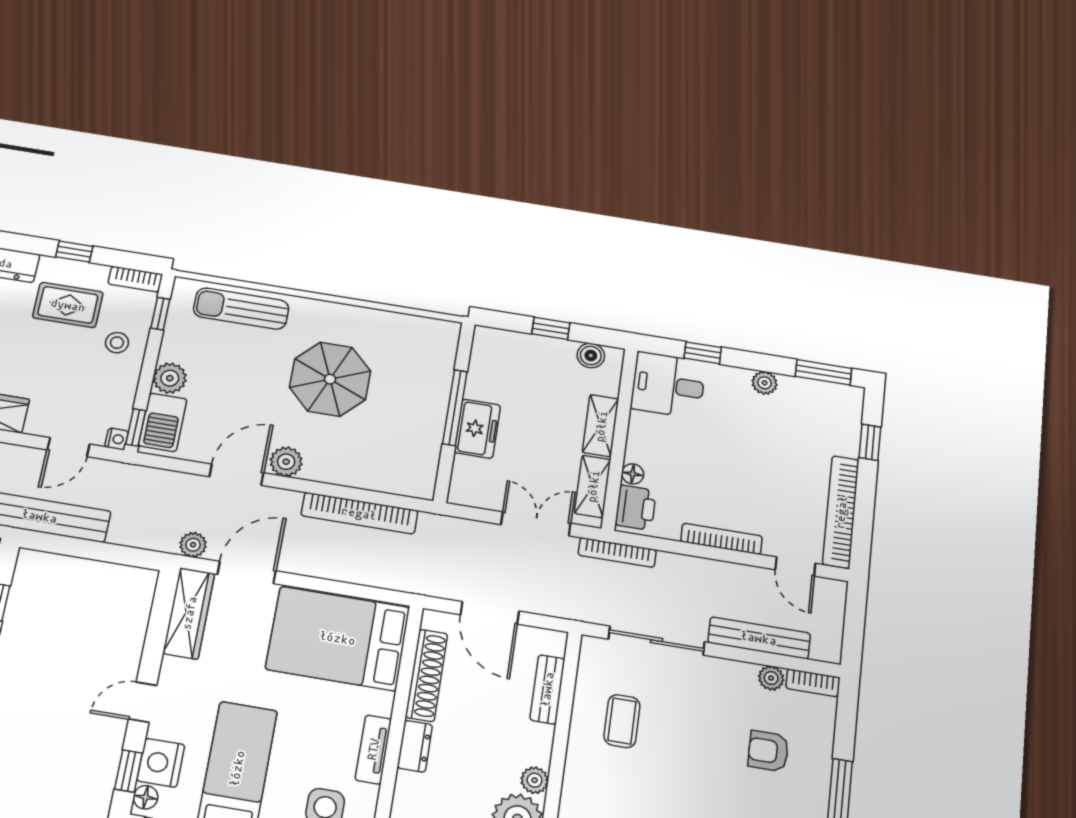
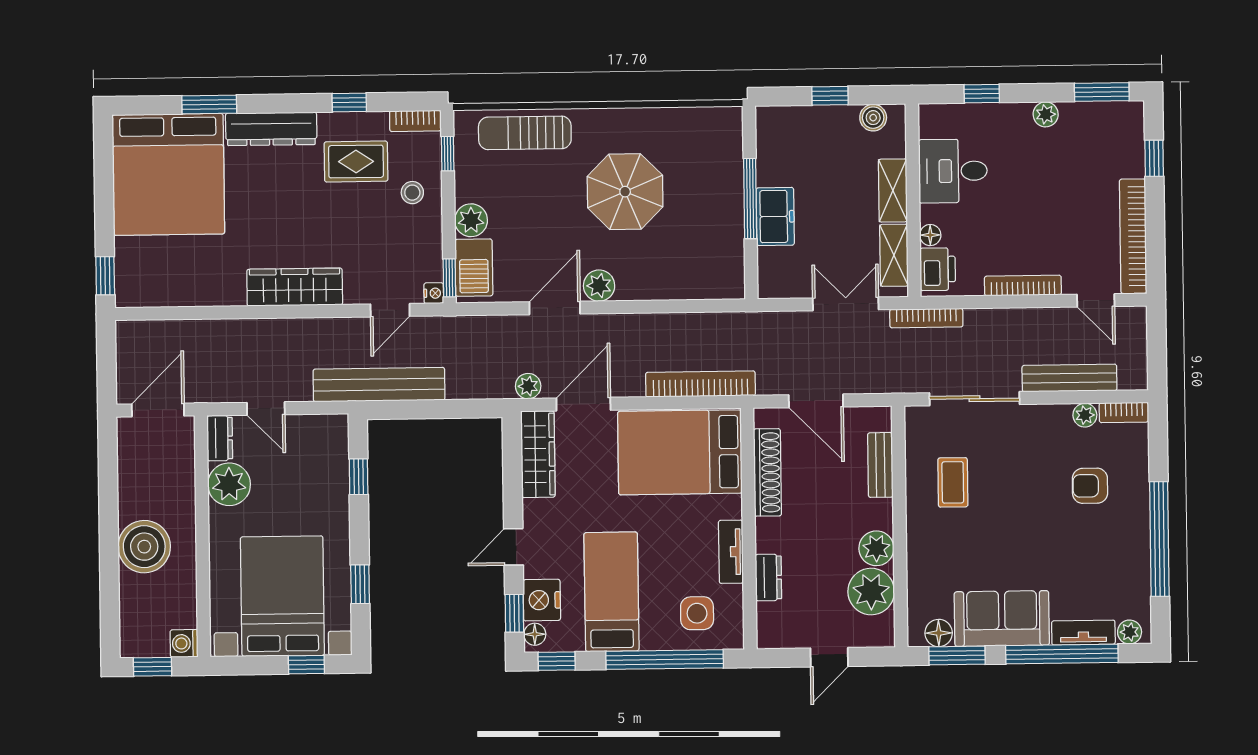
desk: (668, 385) -> (953, 171), moved
bookcase: (359, 513) -> (700, 384), moved, turned 180
dresser: (415, 746) -> (768, 577), moved
plant: (535, 780) -> (876, 548), width x1.38, depth x1.38

